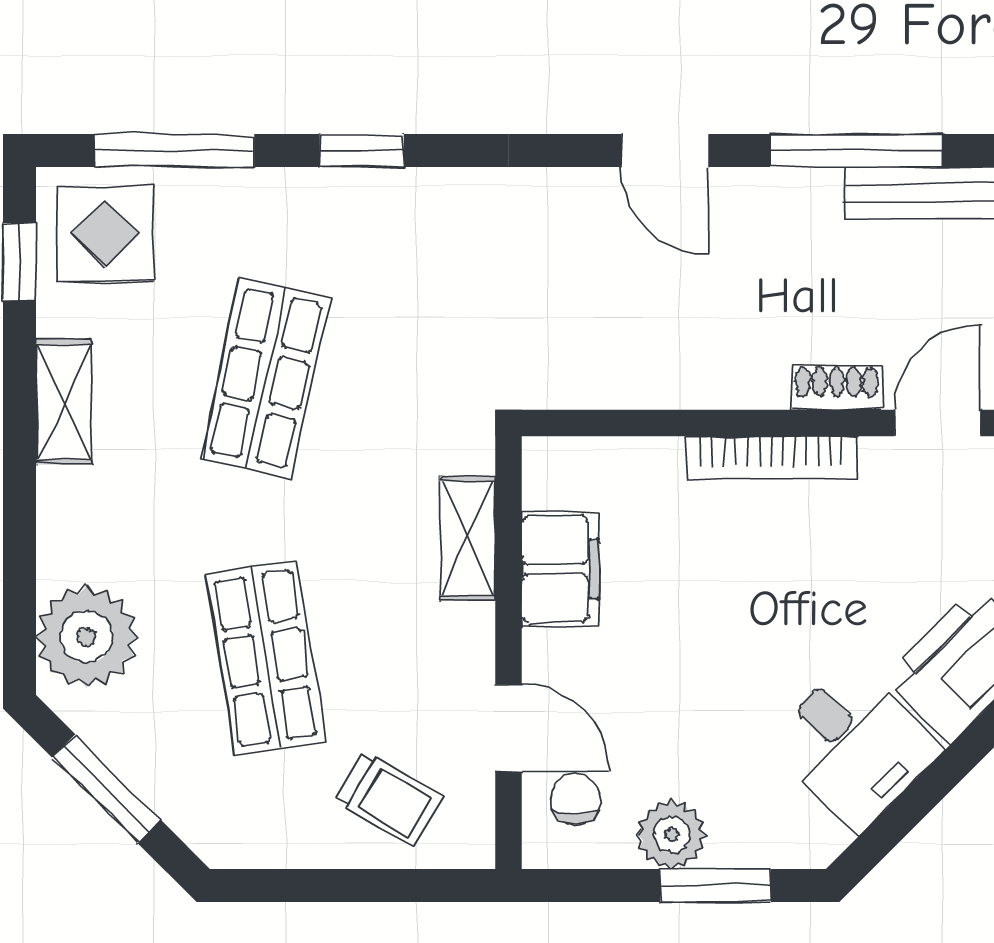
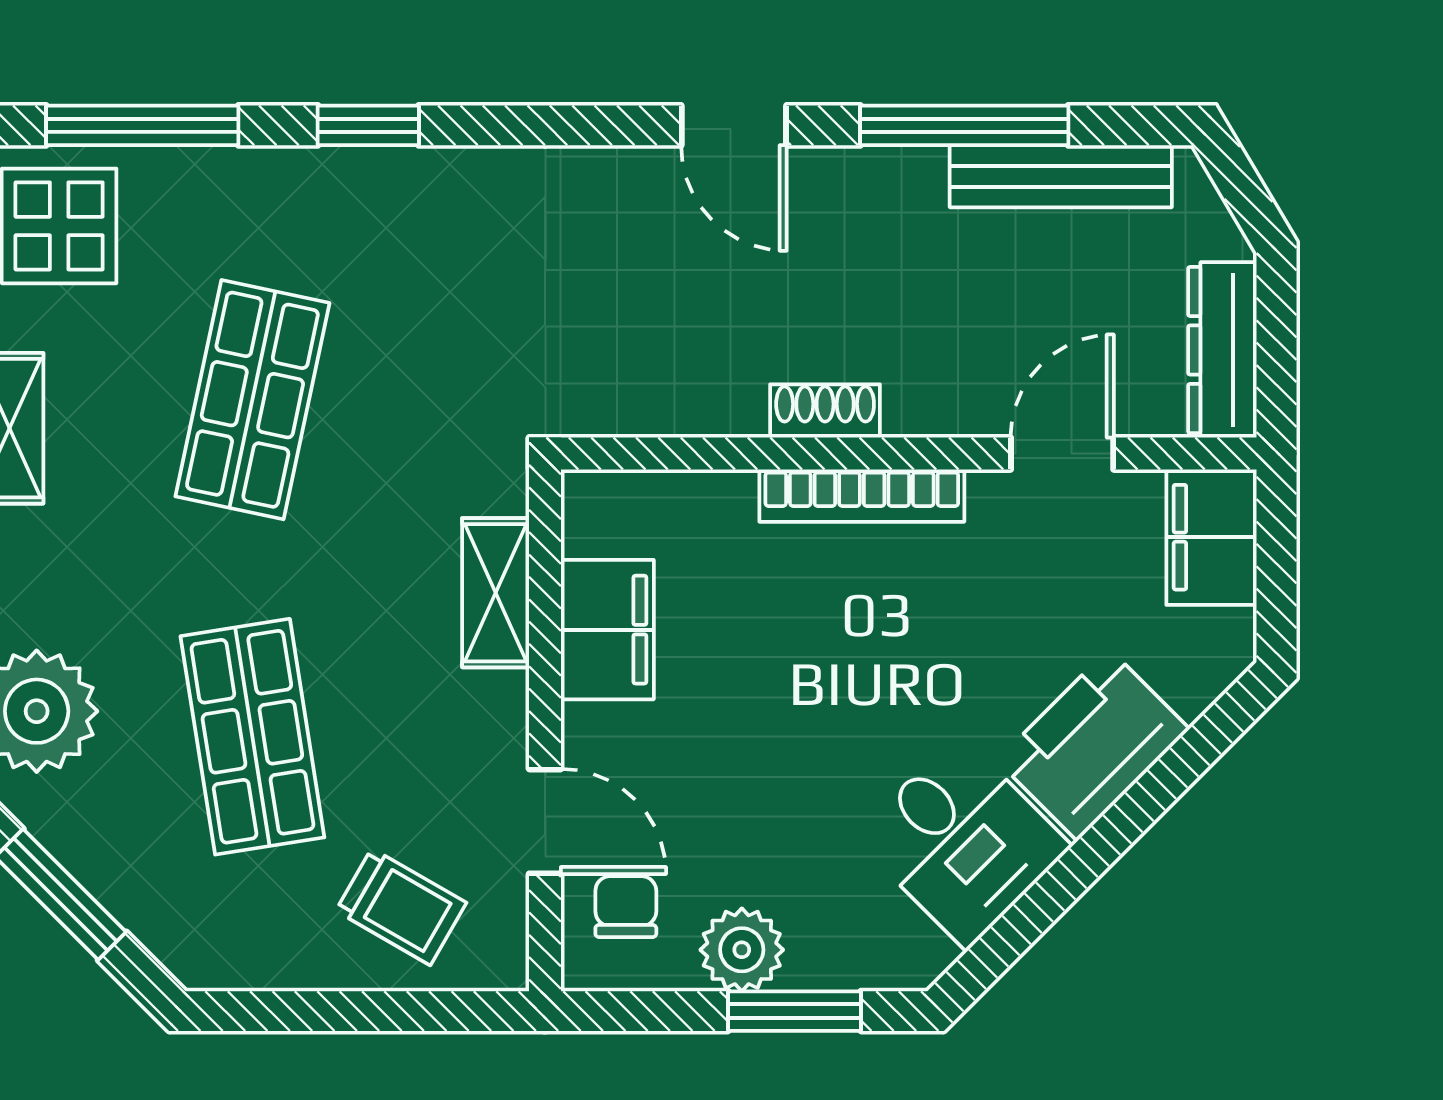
shoe rack: (837, 388) -> (825, 411), moved

